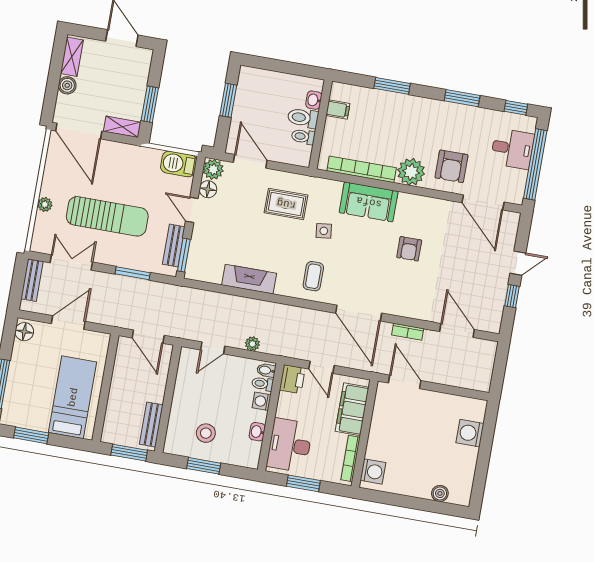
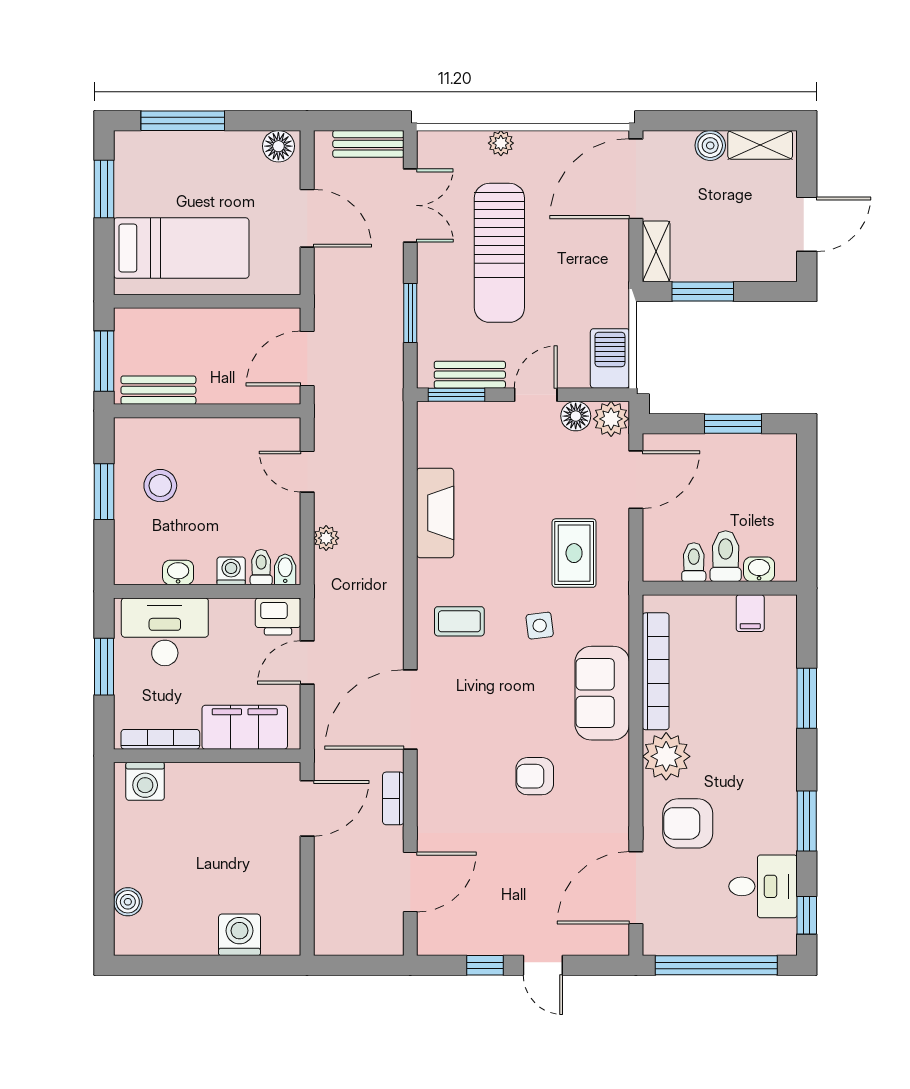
desk: (512, 149) -> (763, 886), moved, turned -90

